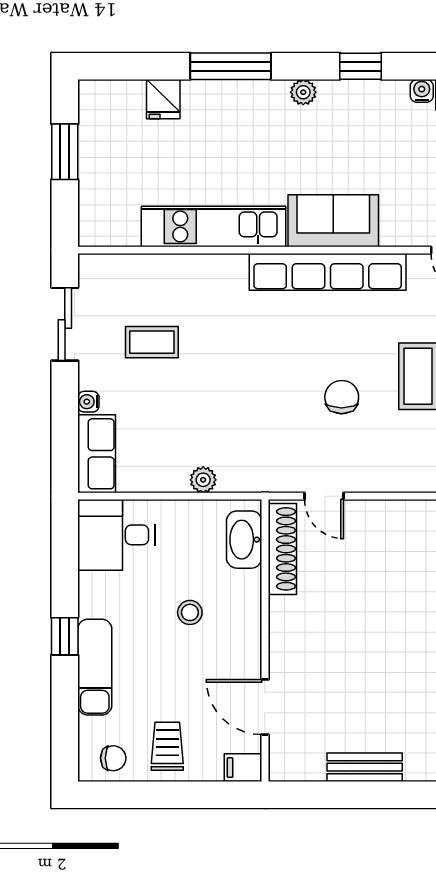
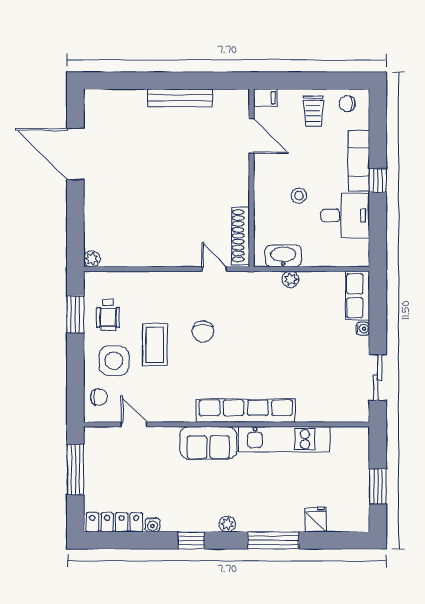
row of seats: (328, 272) -> (246, 411), moved
coffee table: (152, 342) -> (323, 366), removed
desk: (116, 535) -> (345, 215), moved
washbasin: (244, 540) -> (283, 256), moved, turned -90
bench: (365, 767) -> (180, 98), width x1.36

